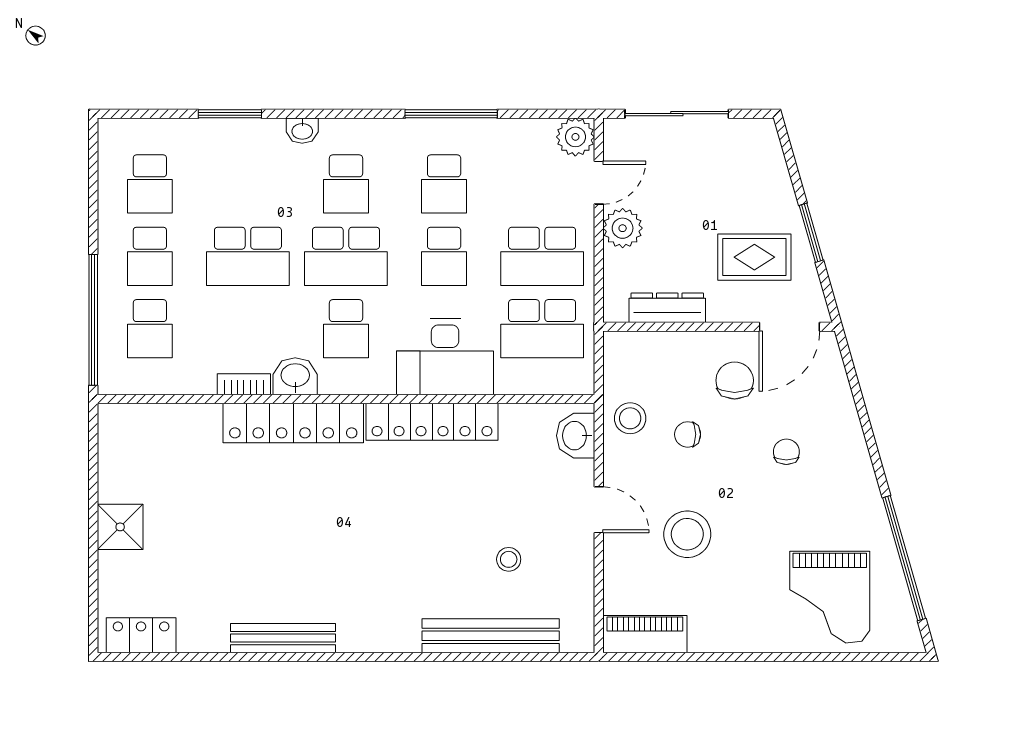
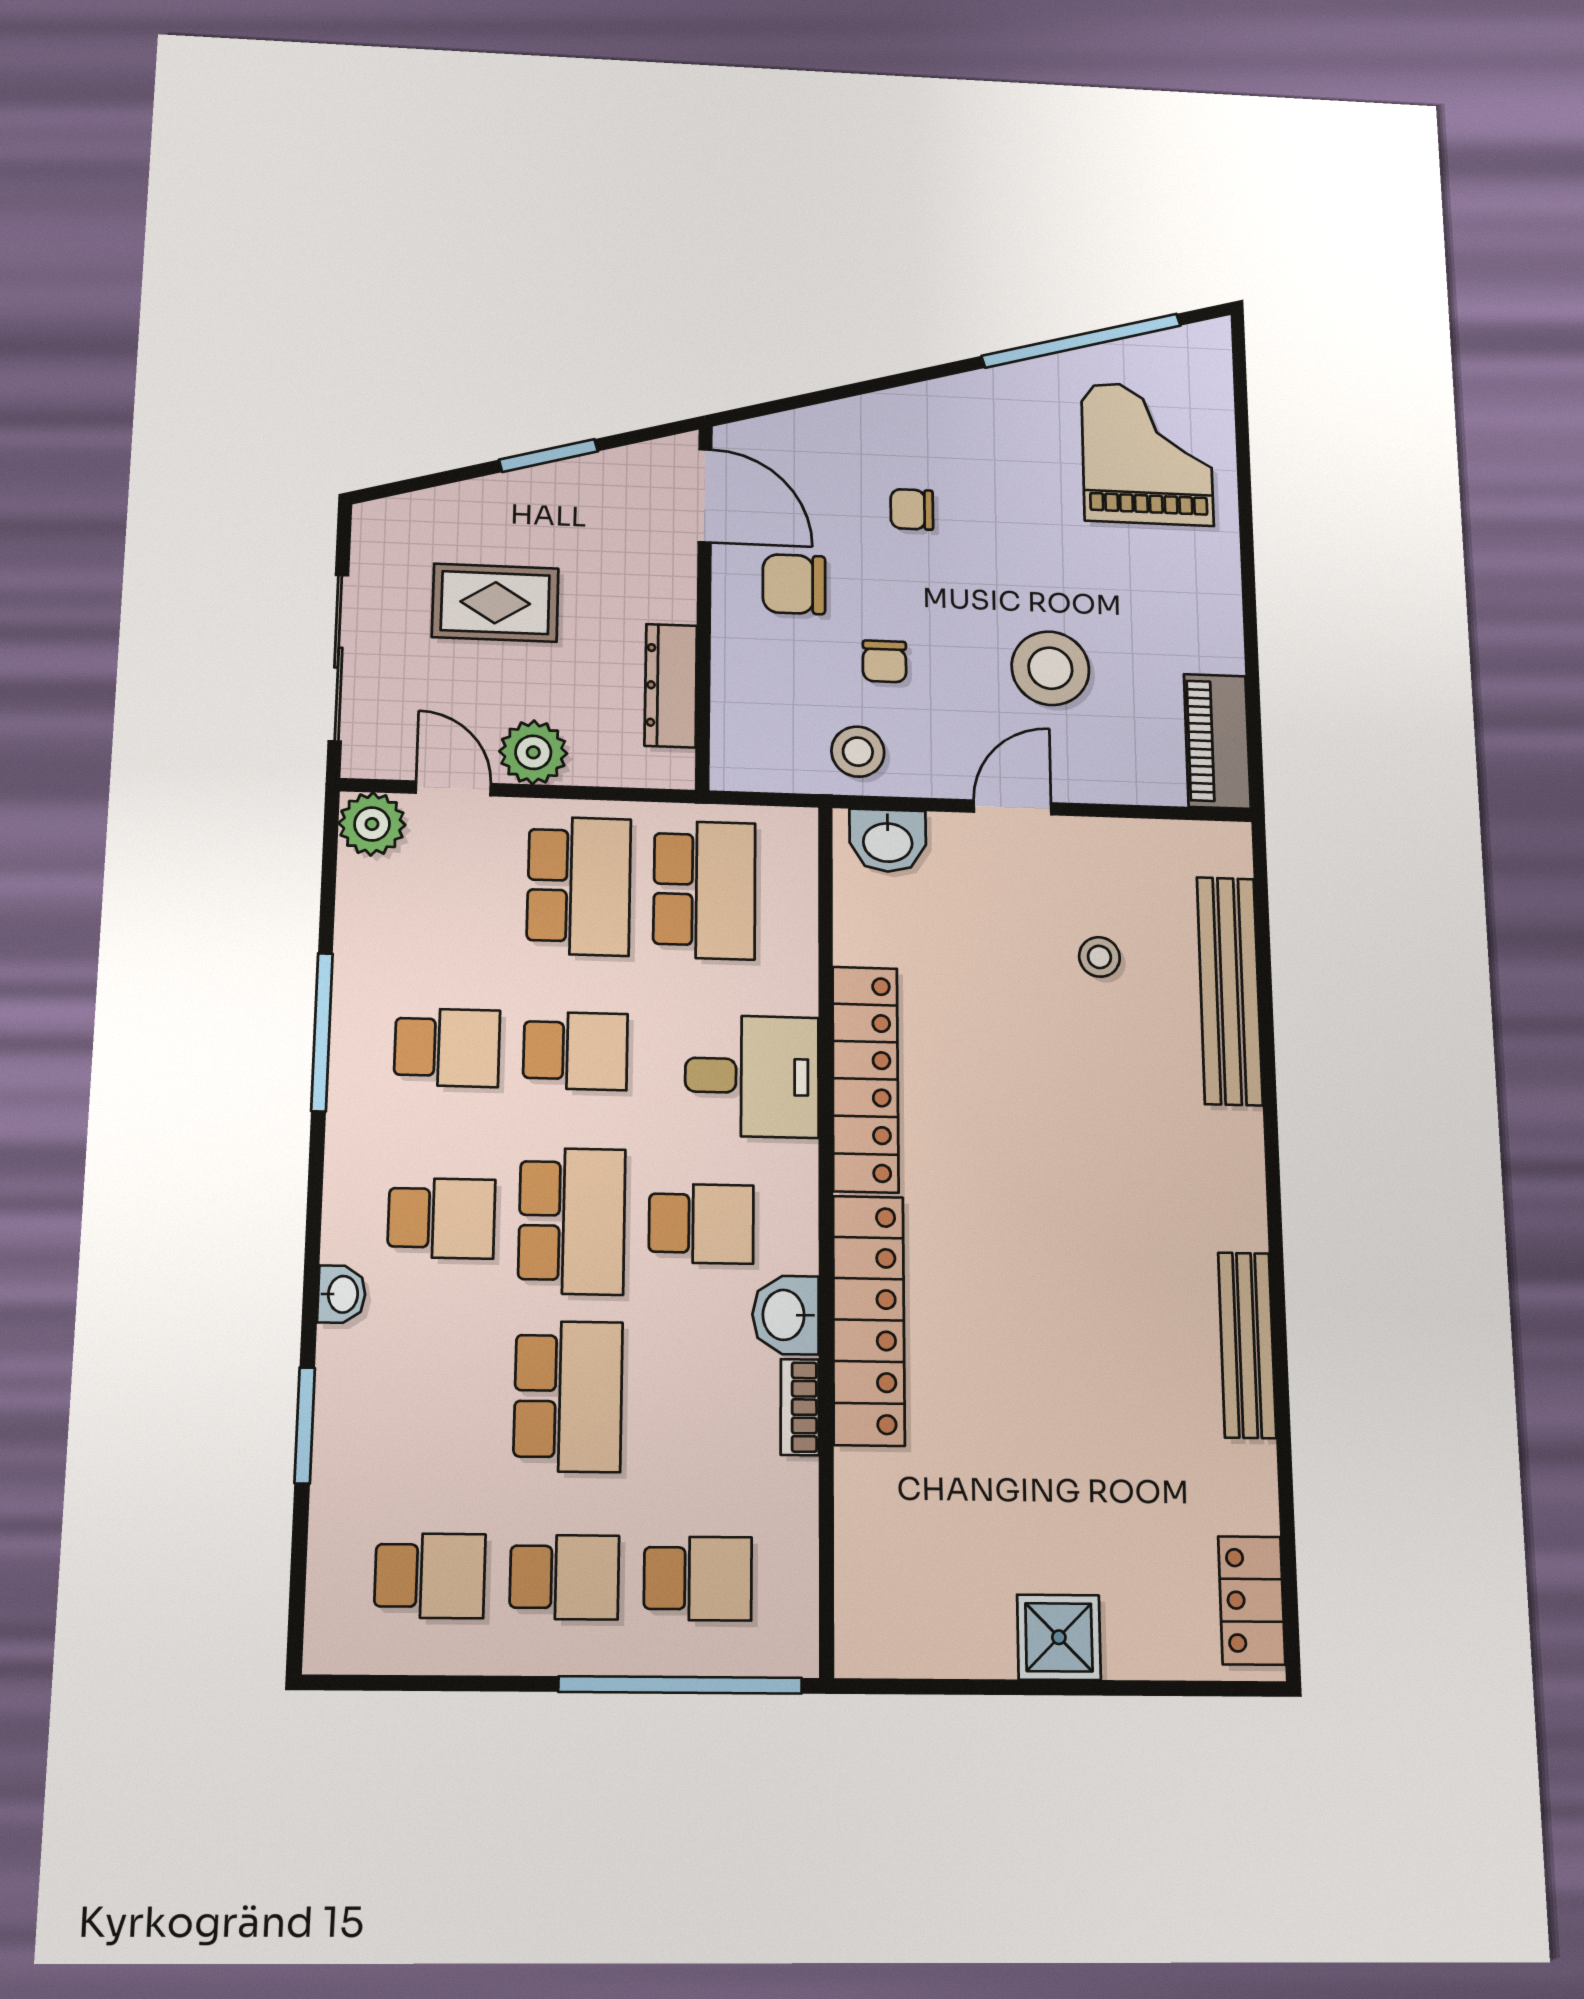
rug: (754, 257) -> (495, 603), moved, turned 90
desk: (445, 357) -> (752, 1076), width x0.73
grand piano: (830, 597) -> (1147, 454), turned -90

